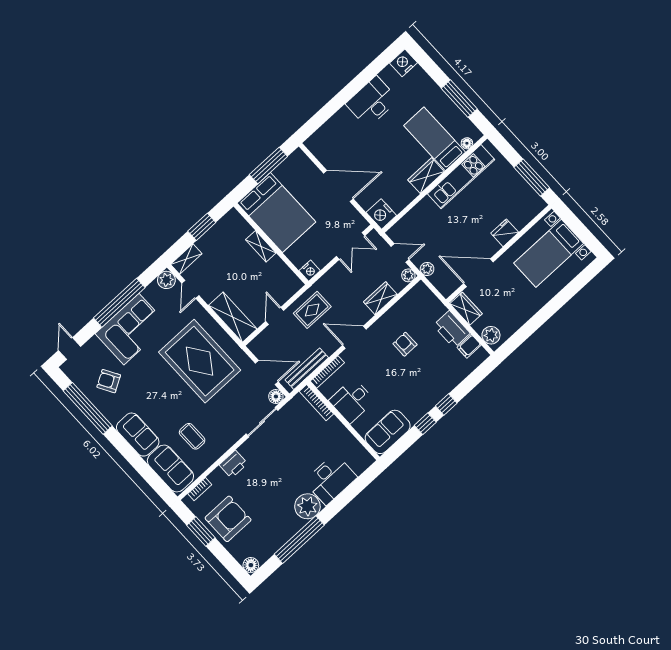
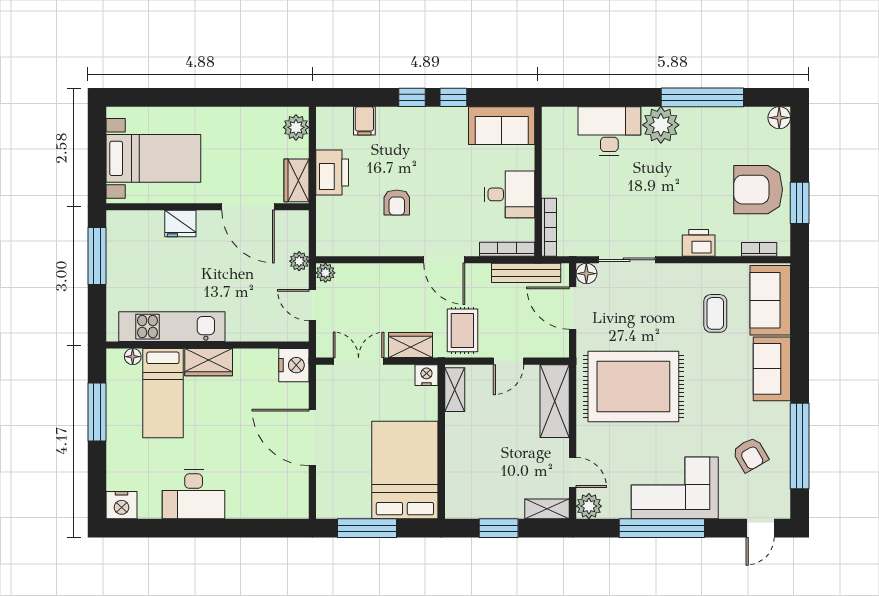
shelving: (261, 246) -> (455, 390), moved
door: (190, 289) -> (573, 472), hinge flipped
wardrobe: (380, 298) -> (411, 345), moved, turned 180
rug: (312, 310) -> (462, 330), turned 90
filing cabinet: (469, 346) -> (364, 121), moved, turned 90
rug: (200, 361) -> (633, 386), turned 90

